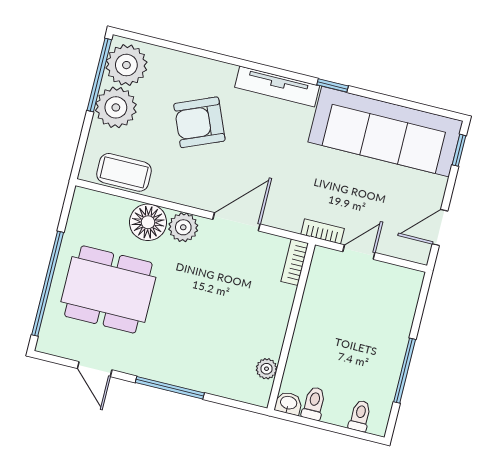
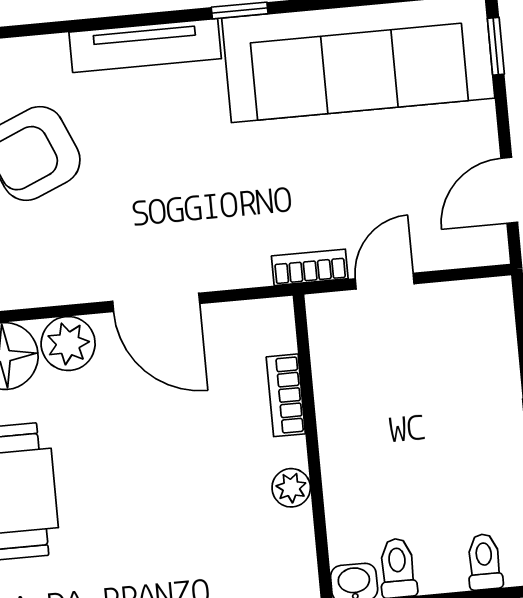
door: (236, 222) -> (156, 302), swing flipped
bookcase: (295, 262) -> (286, 395), moved
plant: (267, 369) -> (291, 488), moved

